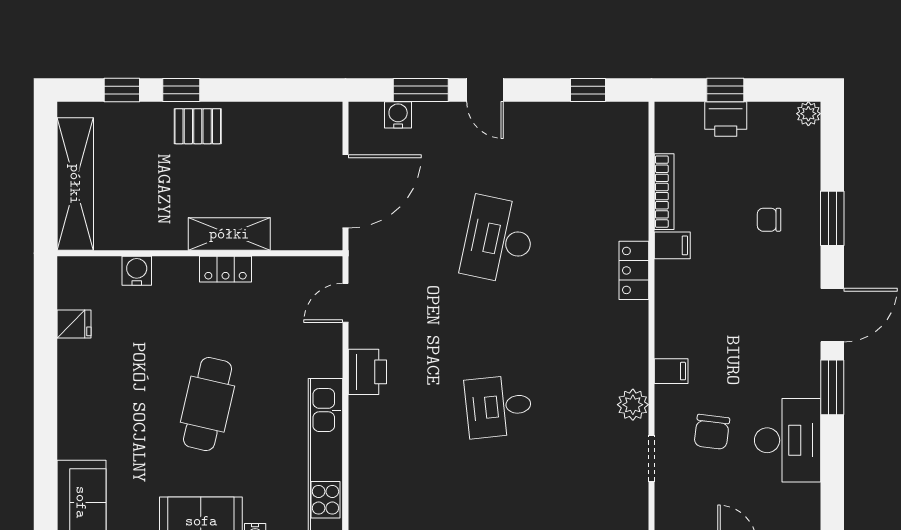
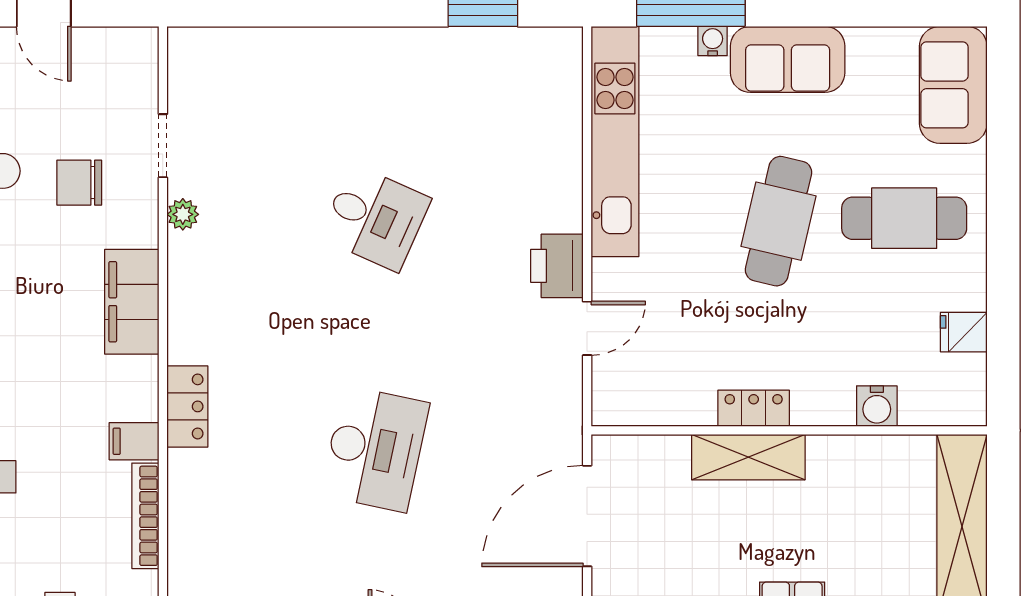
door: (346, 303) -> (587, 328), moved
filing cabinet: (671, 371) -> (132, 302), width x3.00, depth x1.17
plant: (633, 405) -> (183, 214), width x0.73, depth x0.73
cafe table: (117, 406) -> (904, 218), added
desk: (499, 406) -> (375, 218), turned 30
chair: (712, 432) -> (79, 183), turned -97

